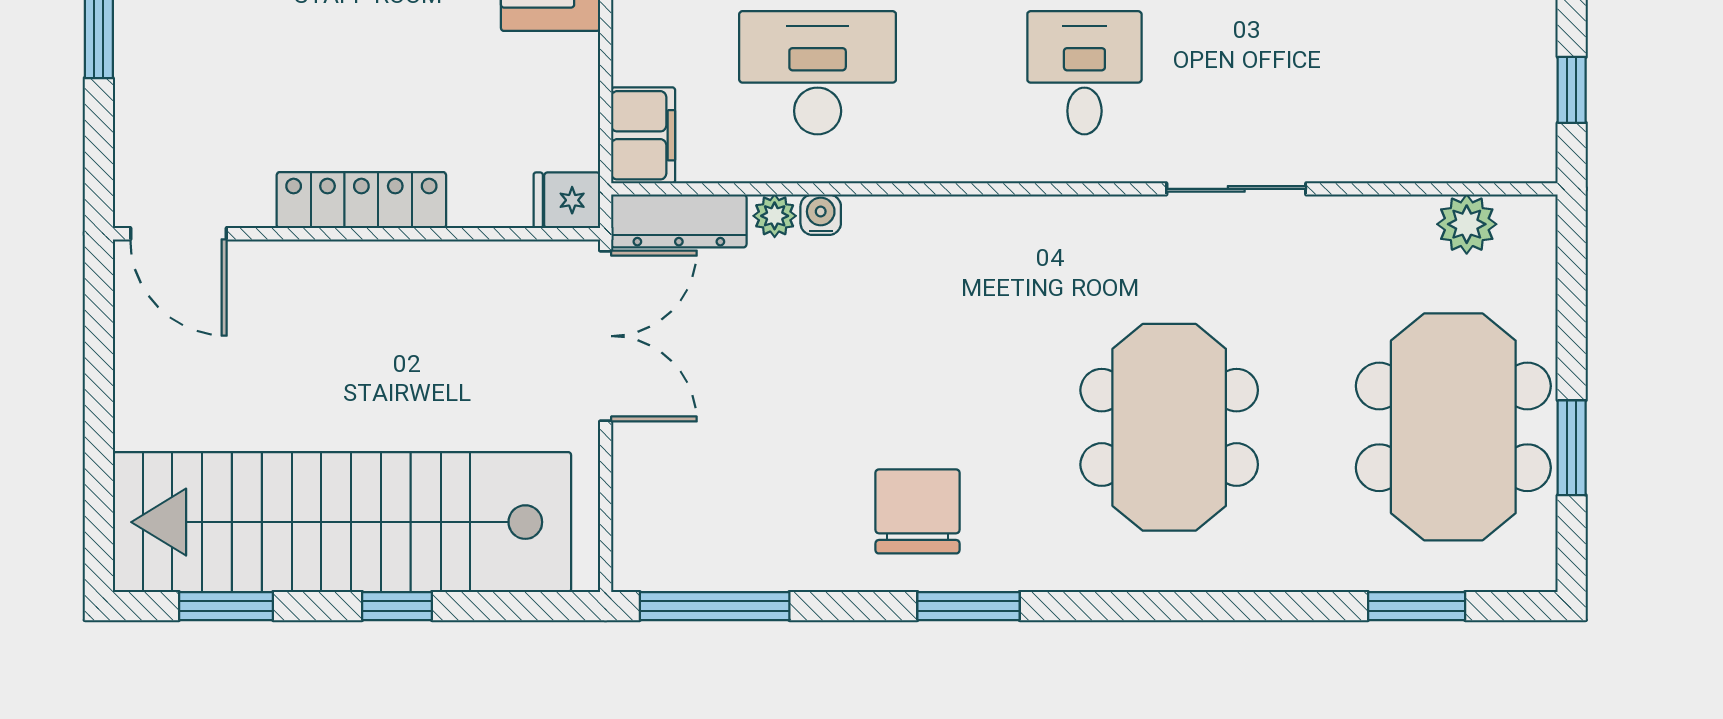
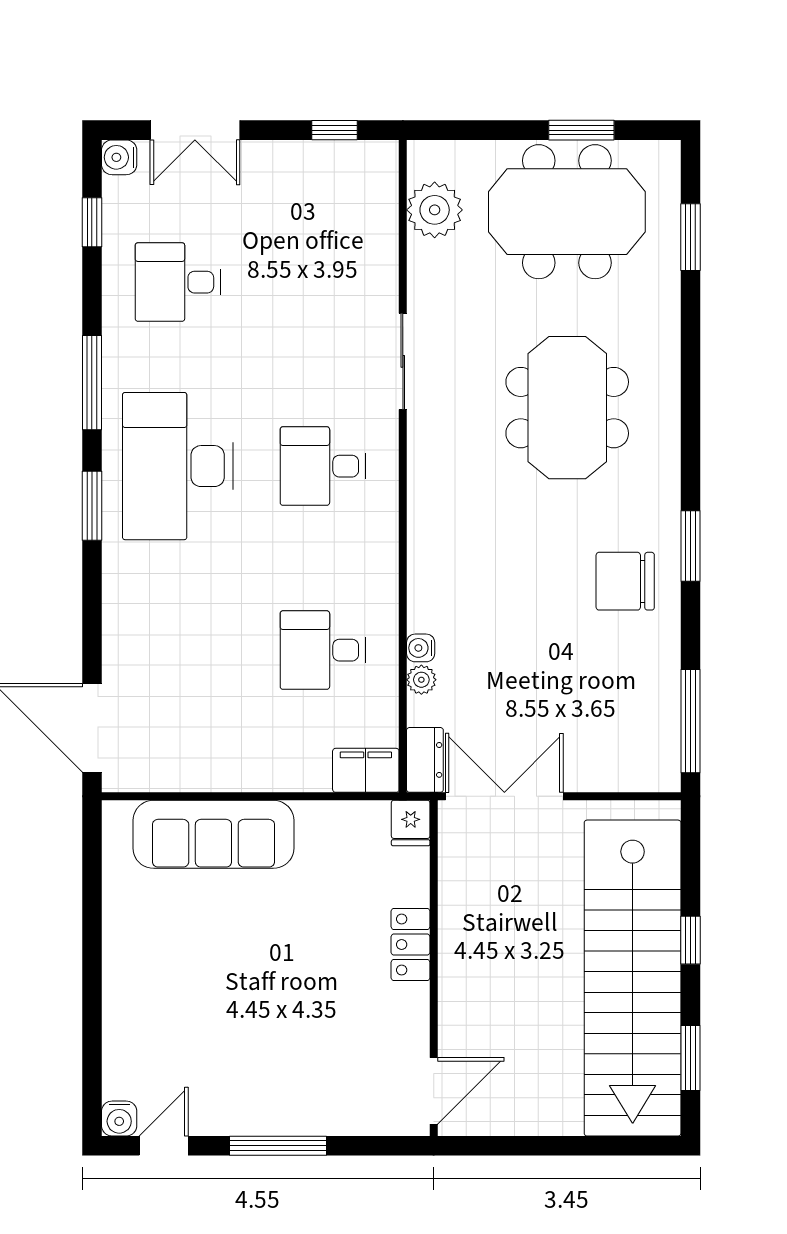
desk: (818, 73) -> (323, 650), width x0.73
locker: (361, 200) -> (411, 945), width x0.66
dresser: (679, 221) -> (425, 760), width x0.70
plant: (1467, 224) -> (435, 210), width x1.36, depth x1.36
meeting table: (1169, 427) -> (567, 408), turned 90

